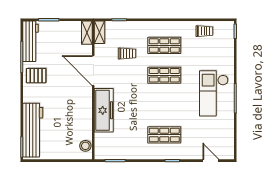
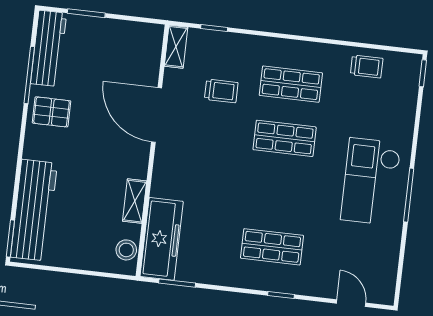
shelving: (87, 33) -> (135, 201), moved
freezer: (104, 110) -> (162, 239), moved

